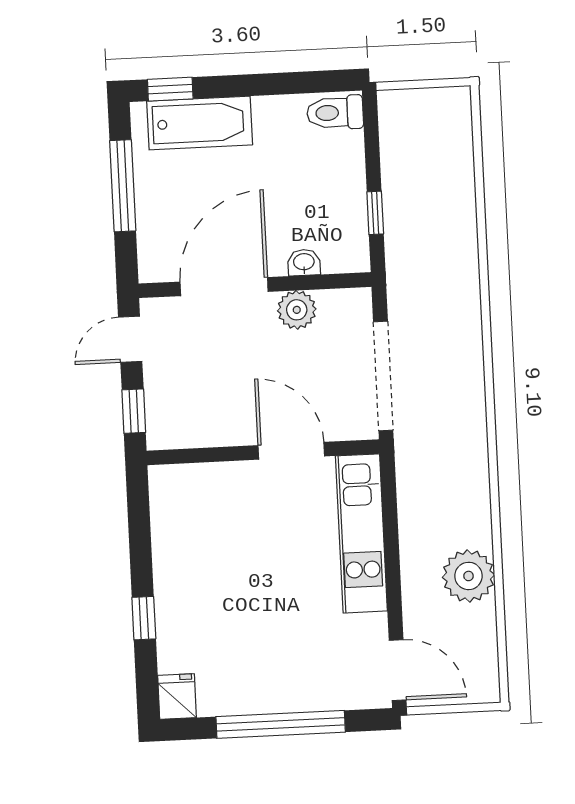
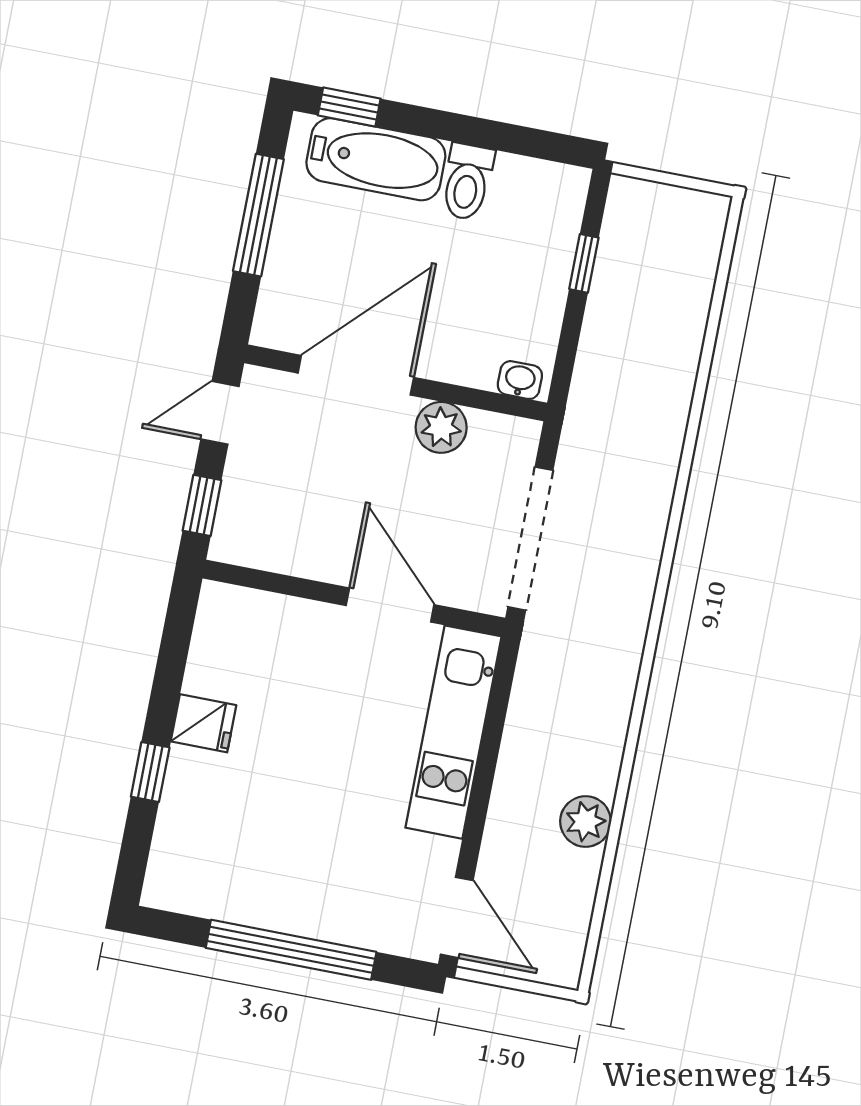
toilet: (335, 113) -> (467, 182), moved, turned -90
window: (375, 213) -> (584, 263), moved
washbasin: (304, 262) -> (520, 380), moved
plant: (468, 576) -> (586, 822), width x0.73, depth x0.73
fridge: (177, 697) -> (204, 723), moved, turned 90

